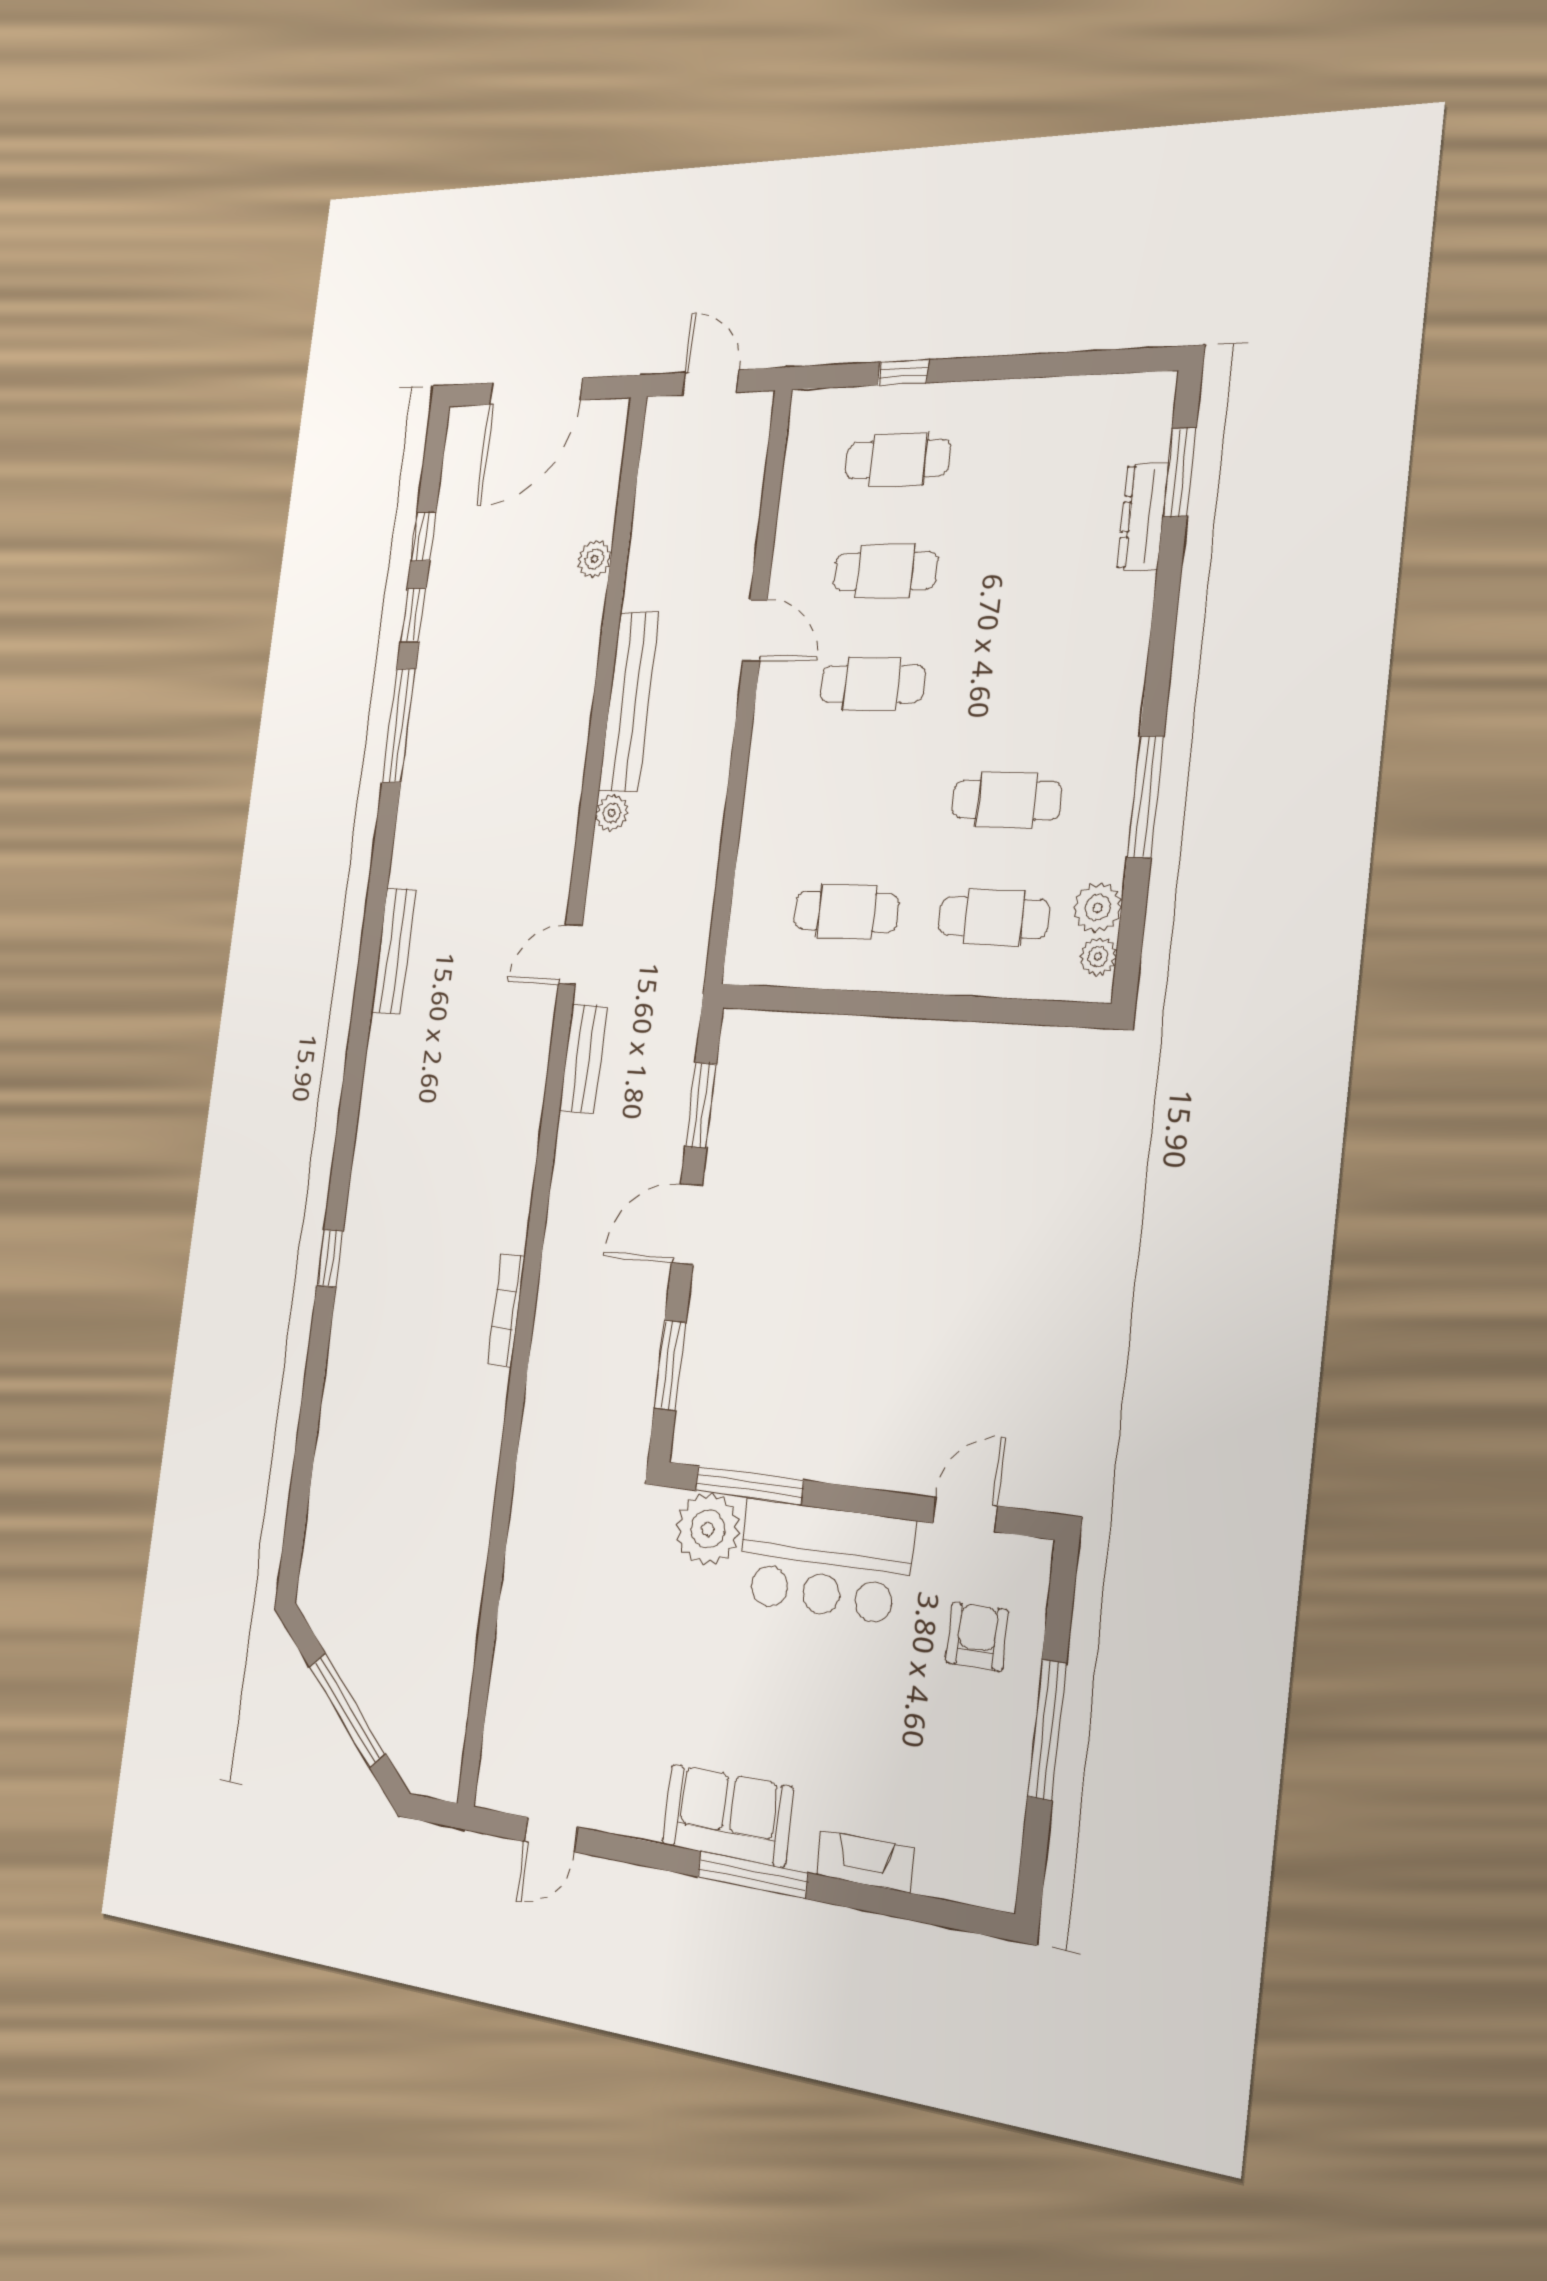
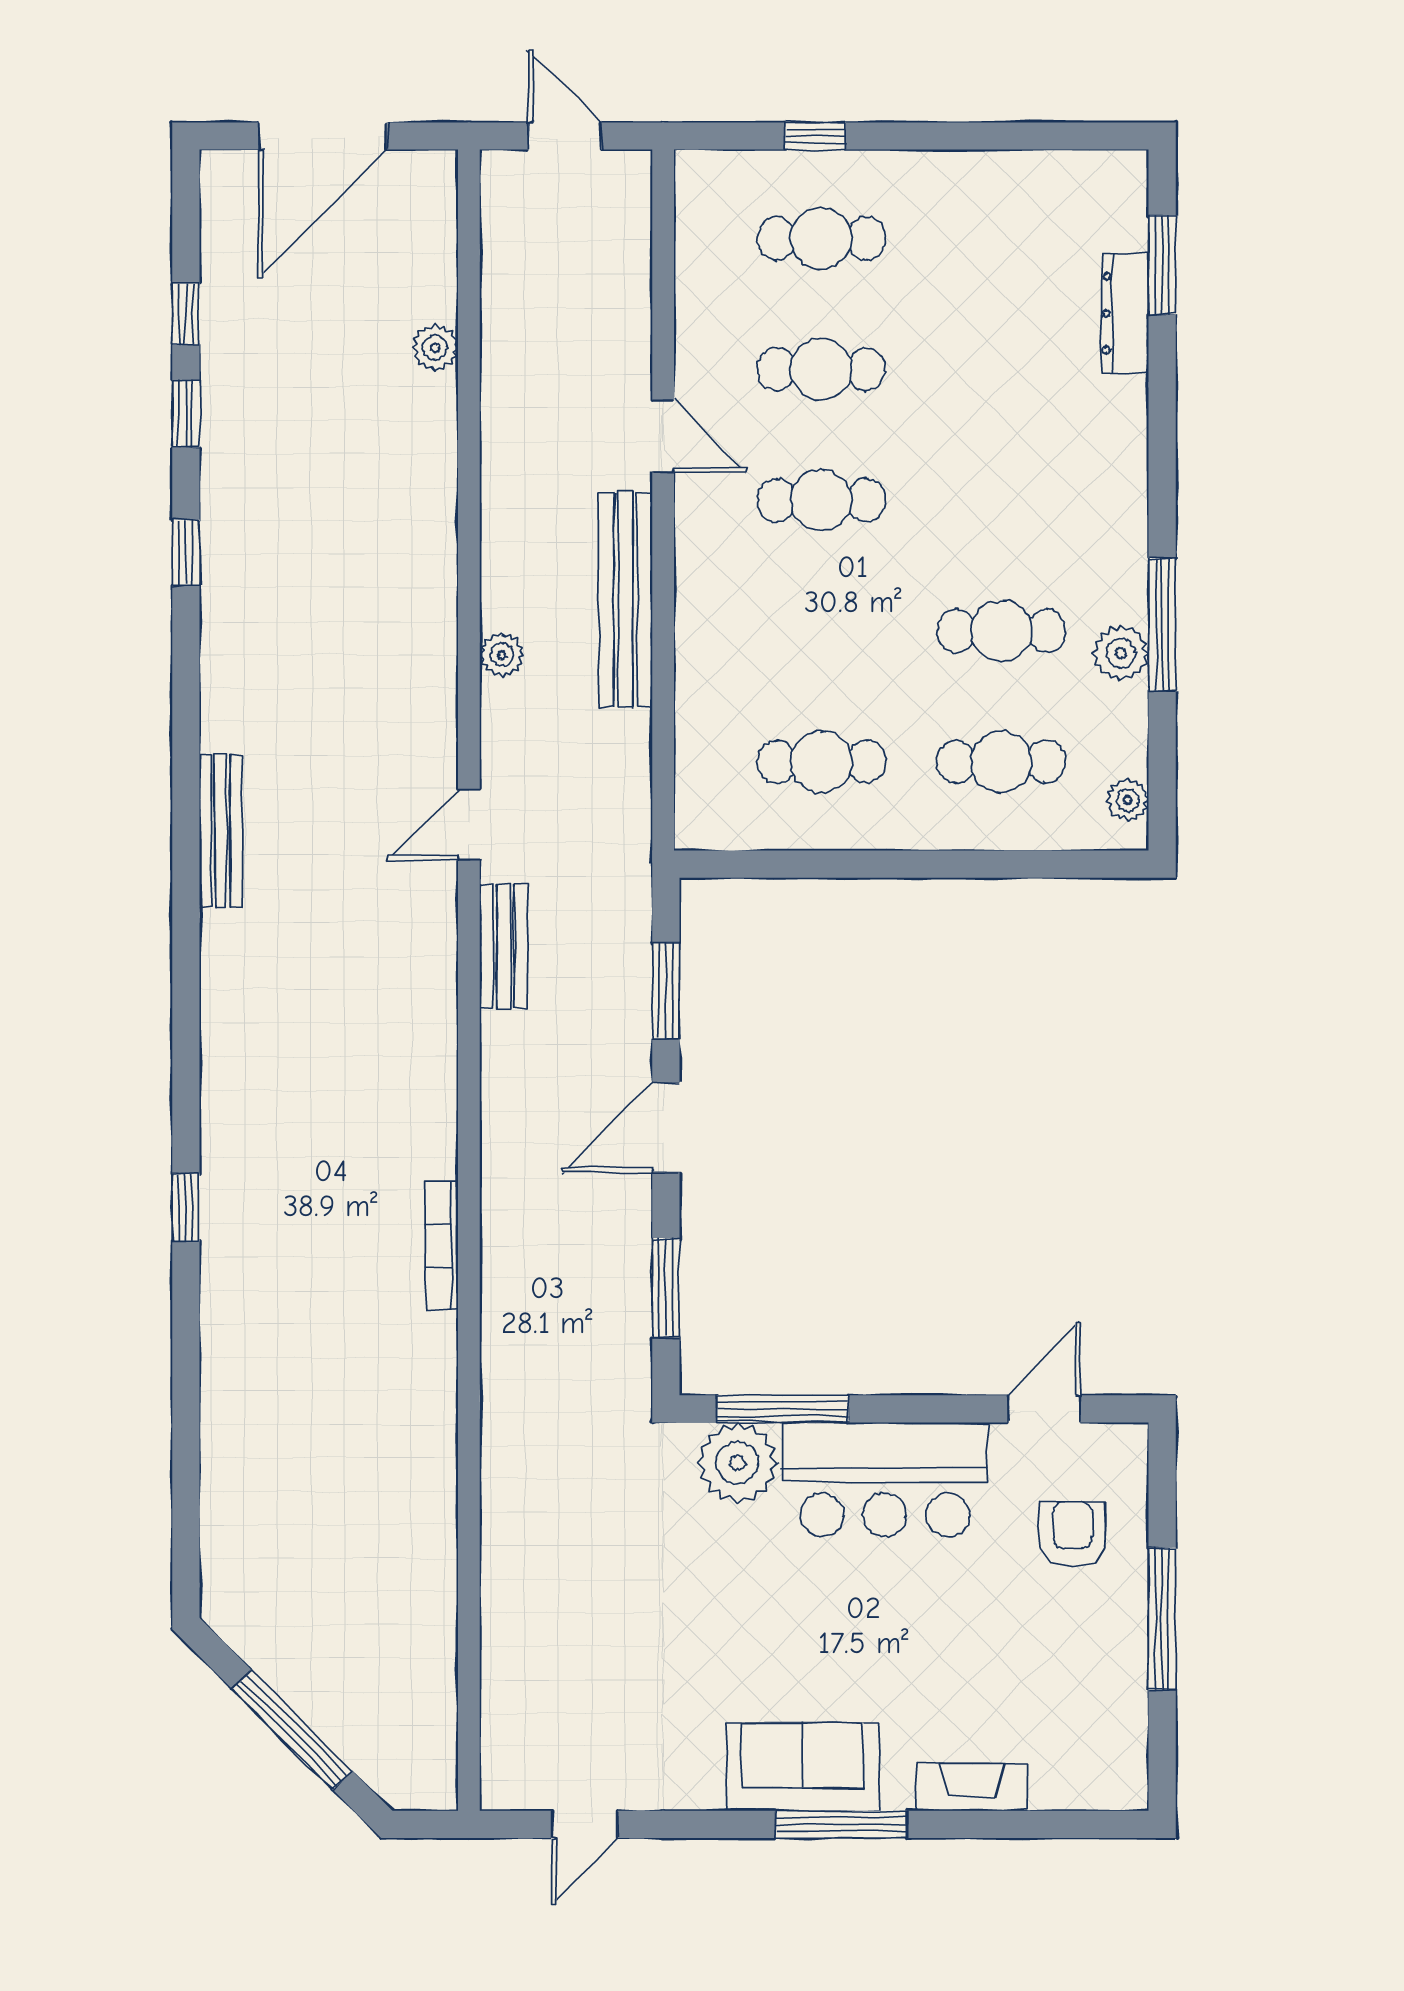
bench: (629, 701) -> (626, 600), moved
window: (399, 726) -> (186, 552), width x0.46
plant: (1098, 908) -> (1121, 653), moved

